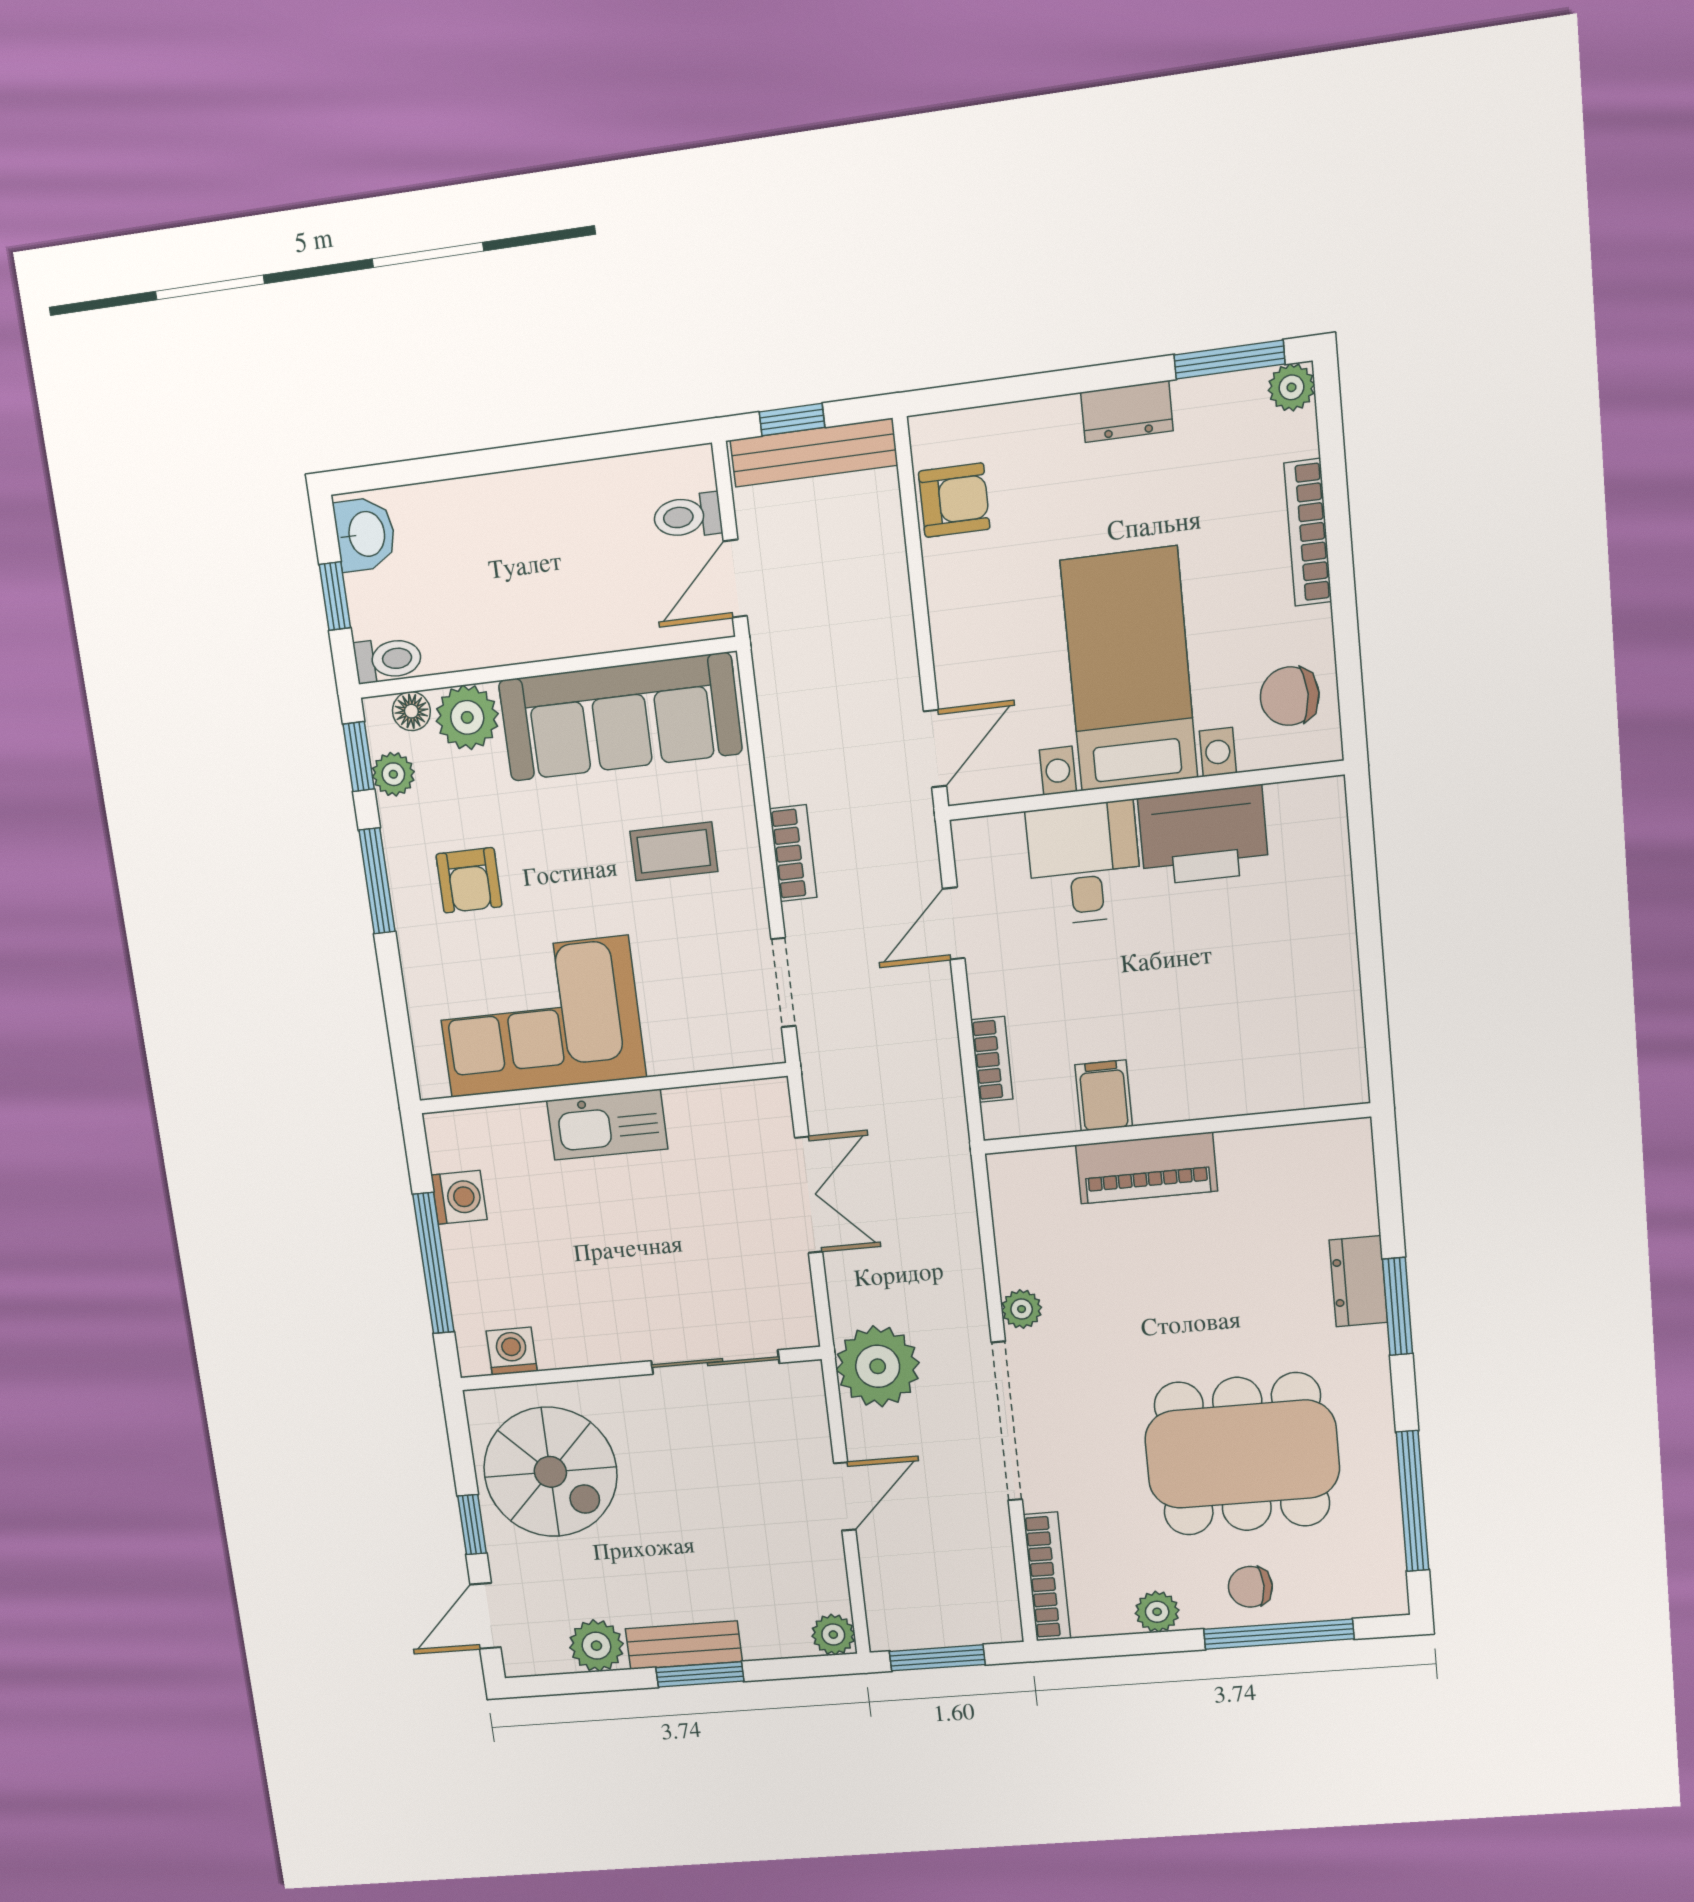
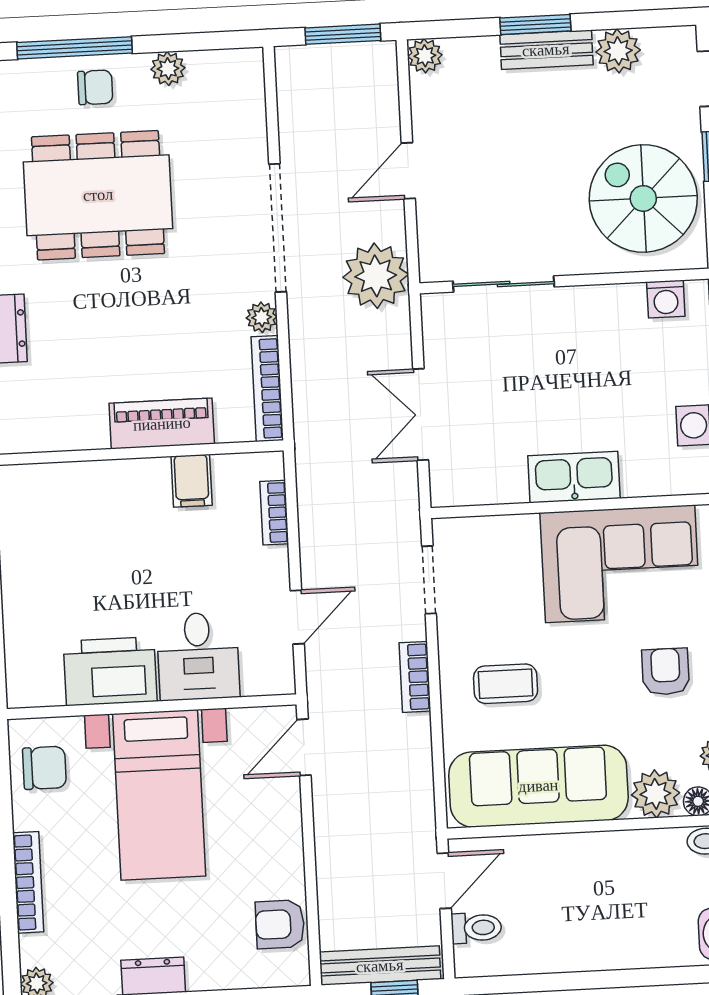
bookcase: (1047, 1577) -> (267, 389), moved

